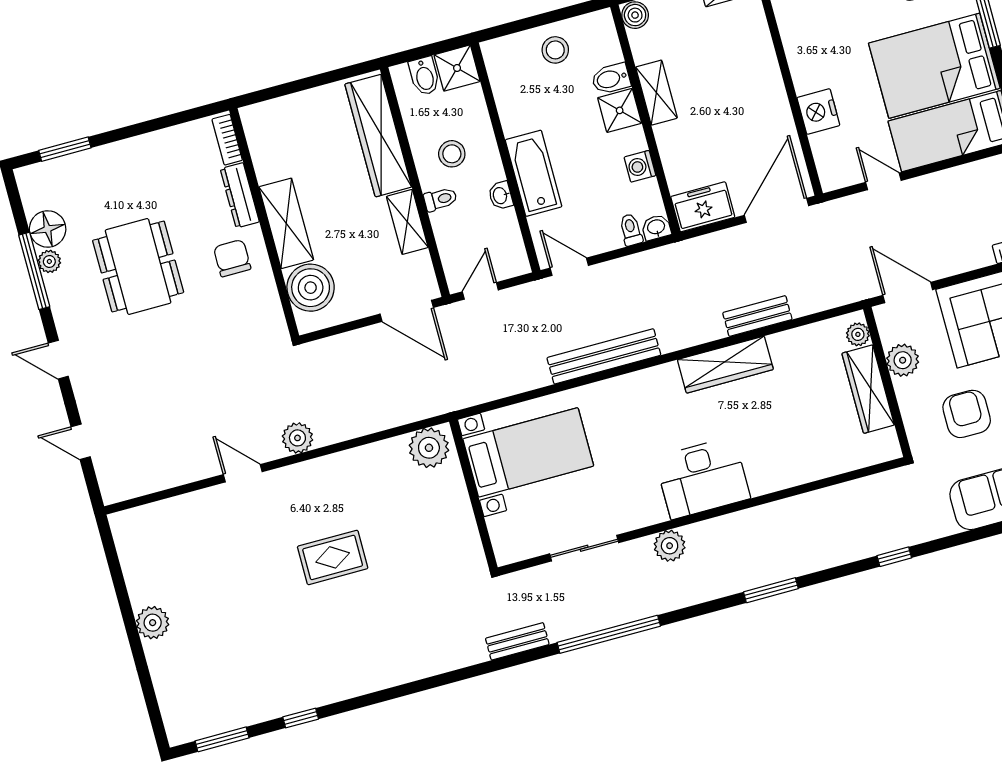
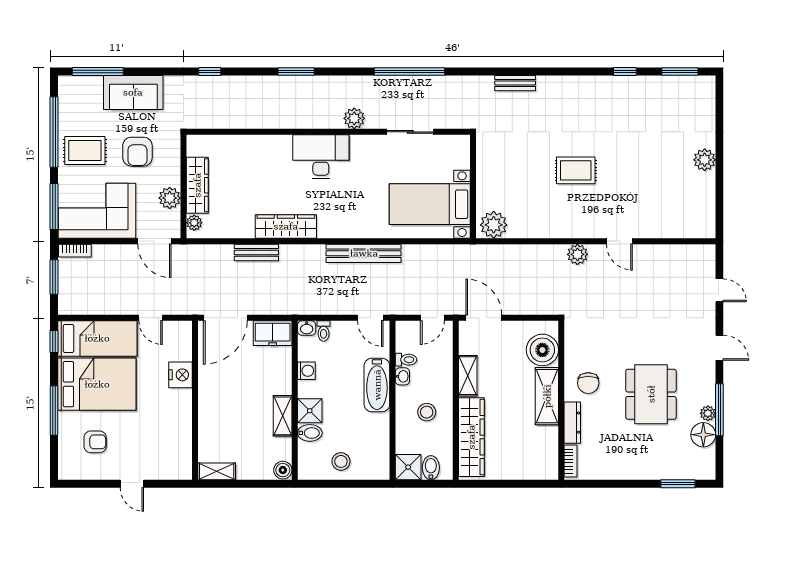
toilet: (440, 199) -> (406, 360), moved, turned 180
bench: (517, 641) -> (515, 83), moved

